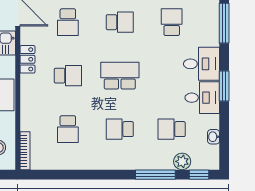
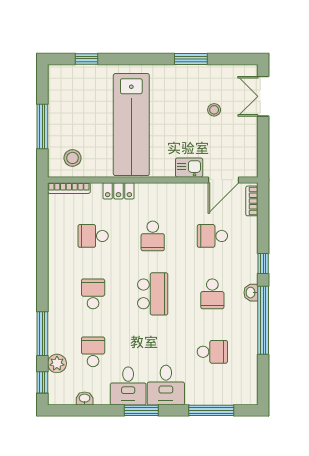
locker: (27, 59) -> (118, 191), moved

